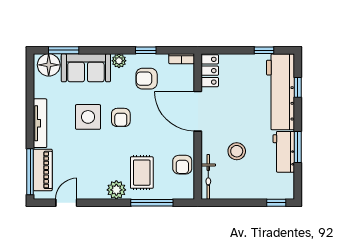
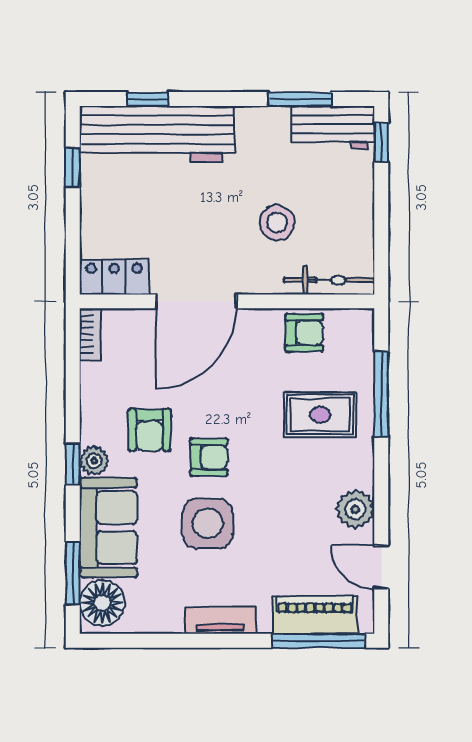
window: (146, 50) -> (73, 464), moved
armchair: (147, 79) -> (150, 430), moved
tv unit: (40, 123) -> (220, 621), width x0.71
window: (298, 147) -> (300, 99), moved
workbench: (284, 152) -> (333, 127), moved
plant: (116, 190) -> (355, 509), moved

